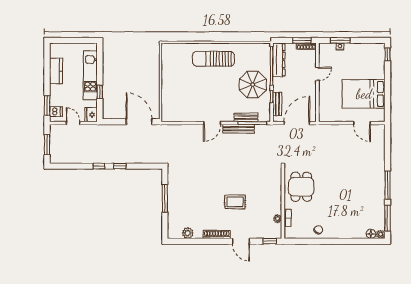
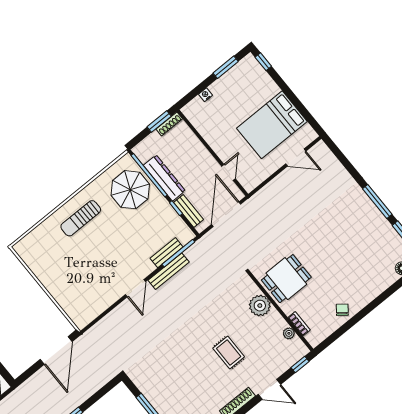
window: (340, 40) -> (226, 67), moved
sun lounger: (213, 59) -> (81, 218), width x0.73, depth x0.75
dresser: (279, 60) -> (164, 178), moved
door: (317, 74) -> (229, 172), moved
parasol: (253, 85) -> (130, 190), moved
door: (139, 122) -> (56, 350), swing flipped
dining table: (301, 187) -> (286, 279), turned 90
plant: (274, 190) -> (260, 306), added
rug: (235, 202) -> (229, 353), turned 90

